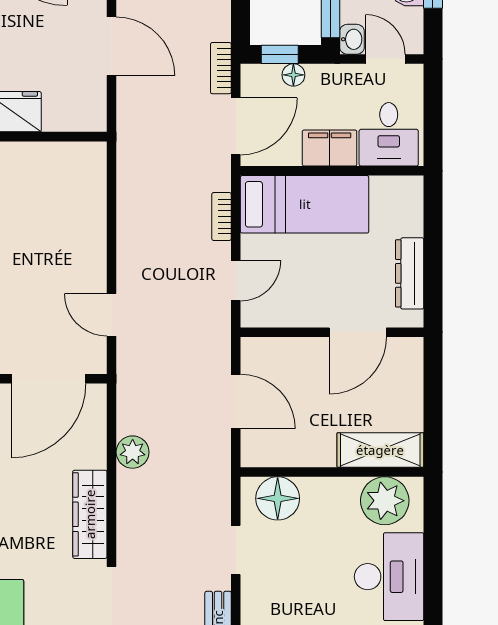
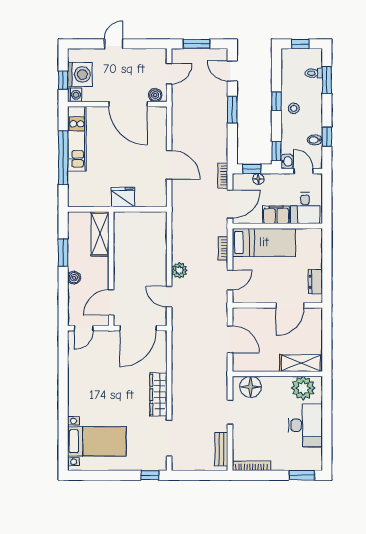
dresser: (410, 273) -> (315, 282), width x0.70
plant: (133, 452) -> (179, 270), moved

